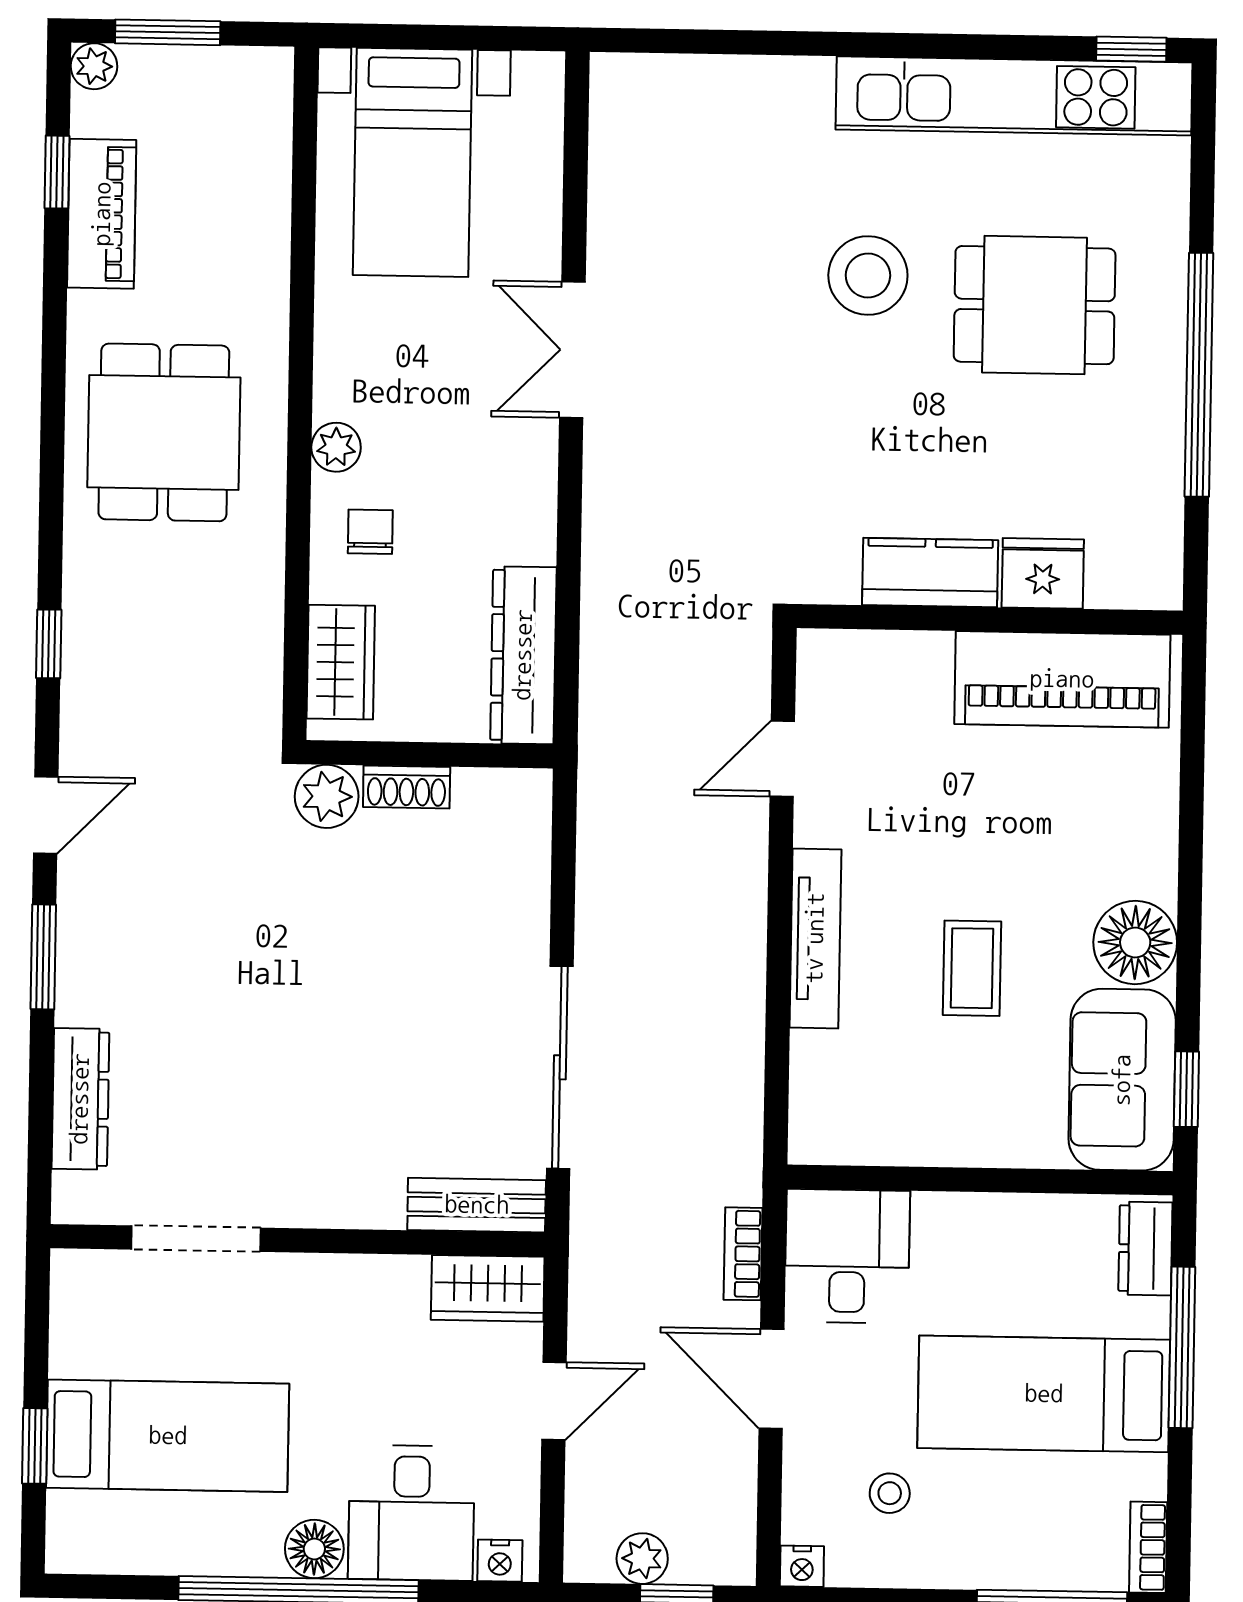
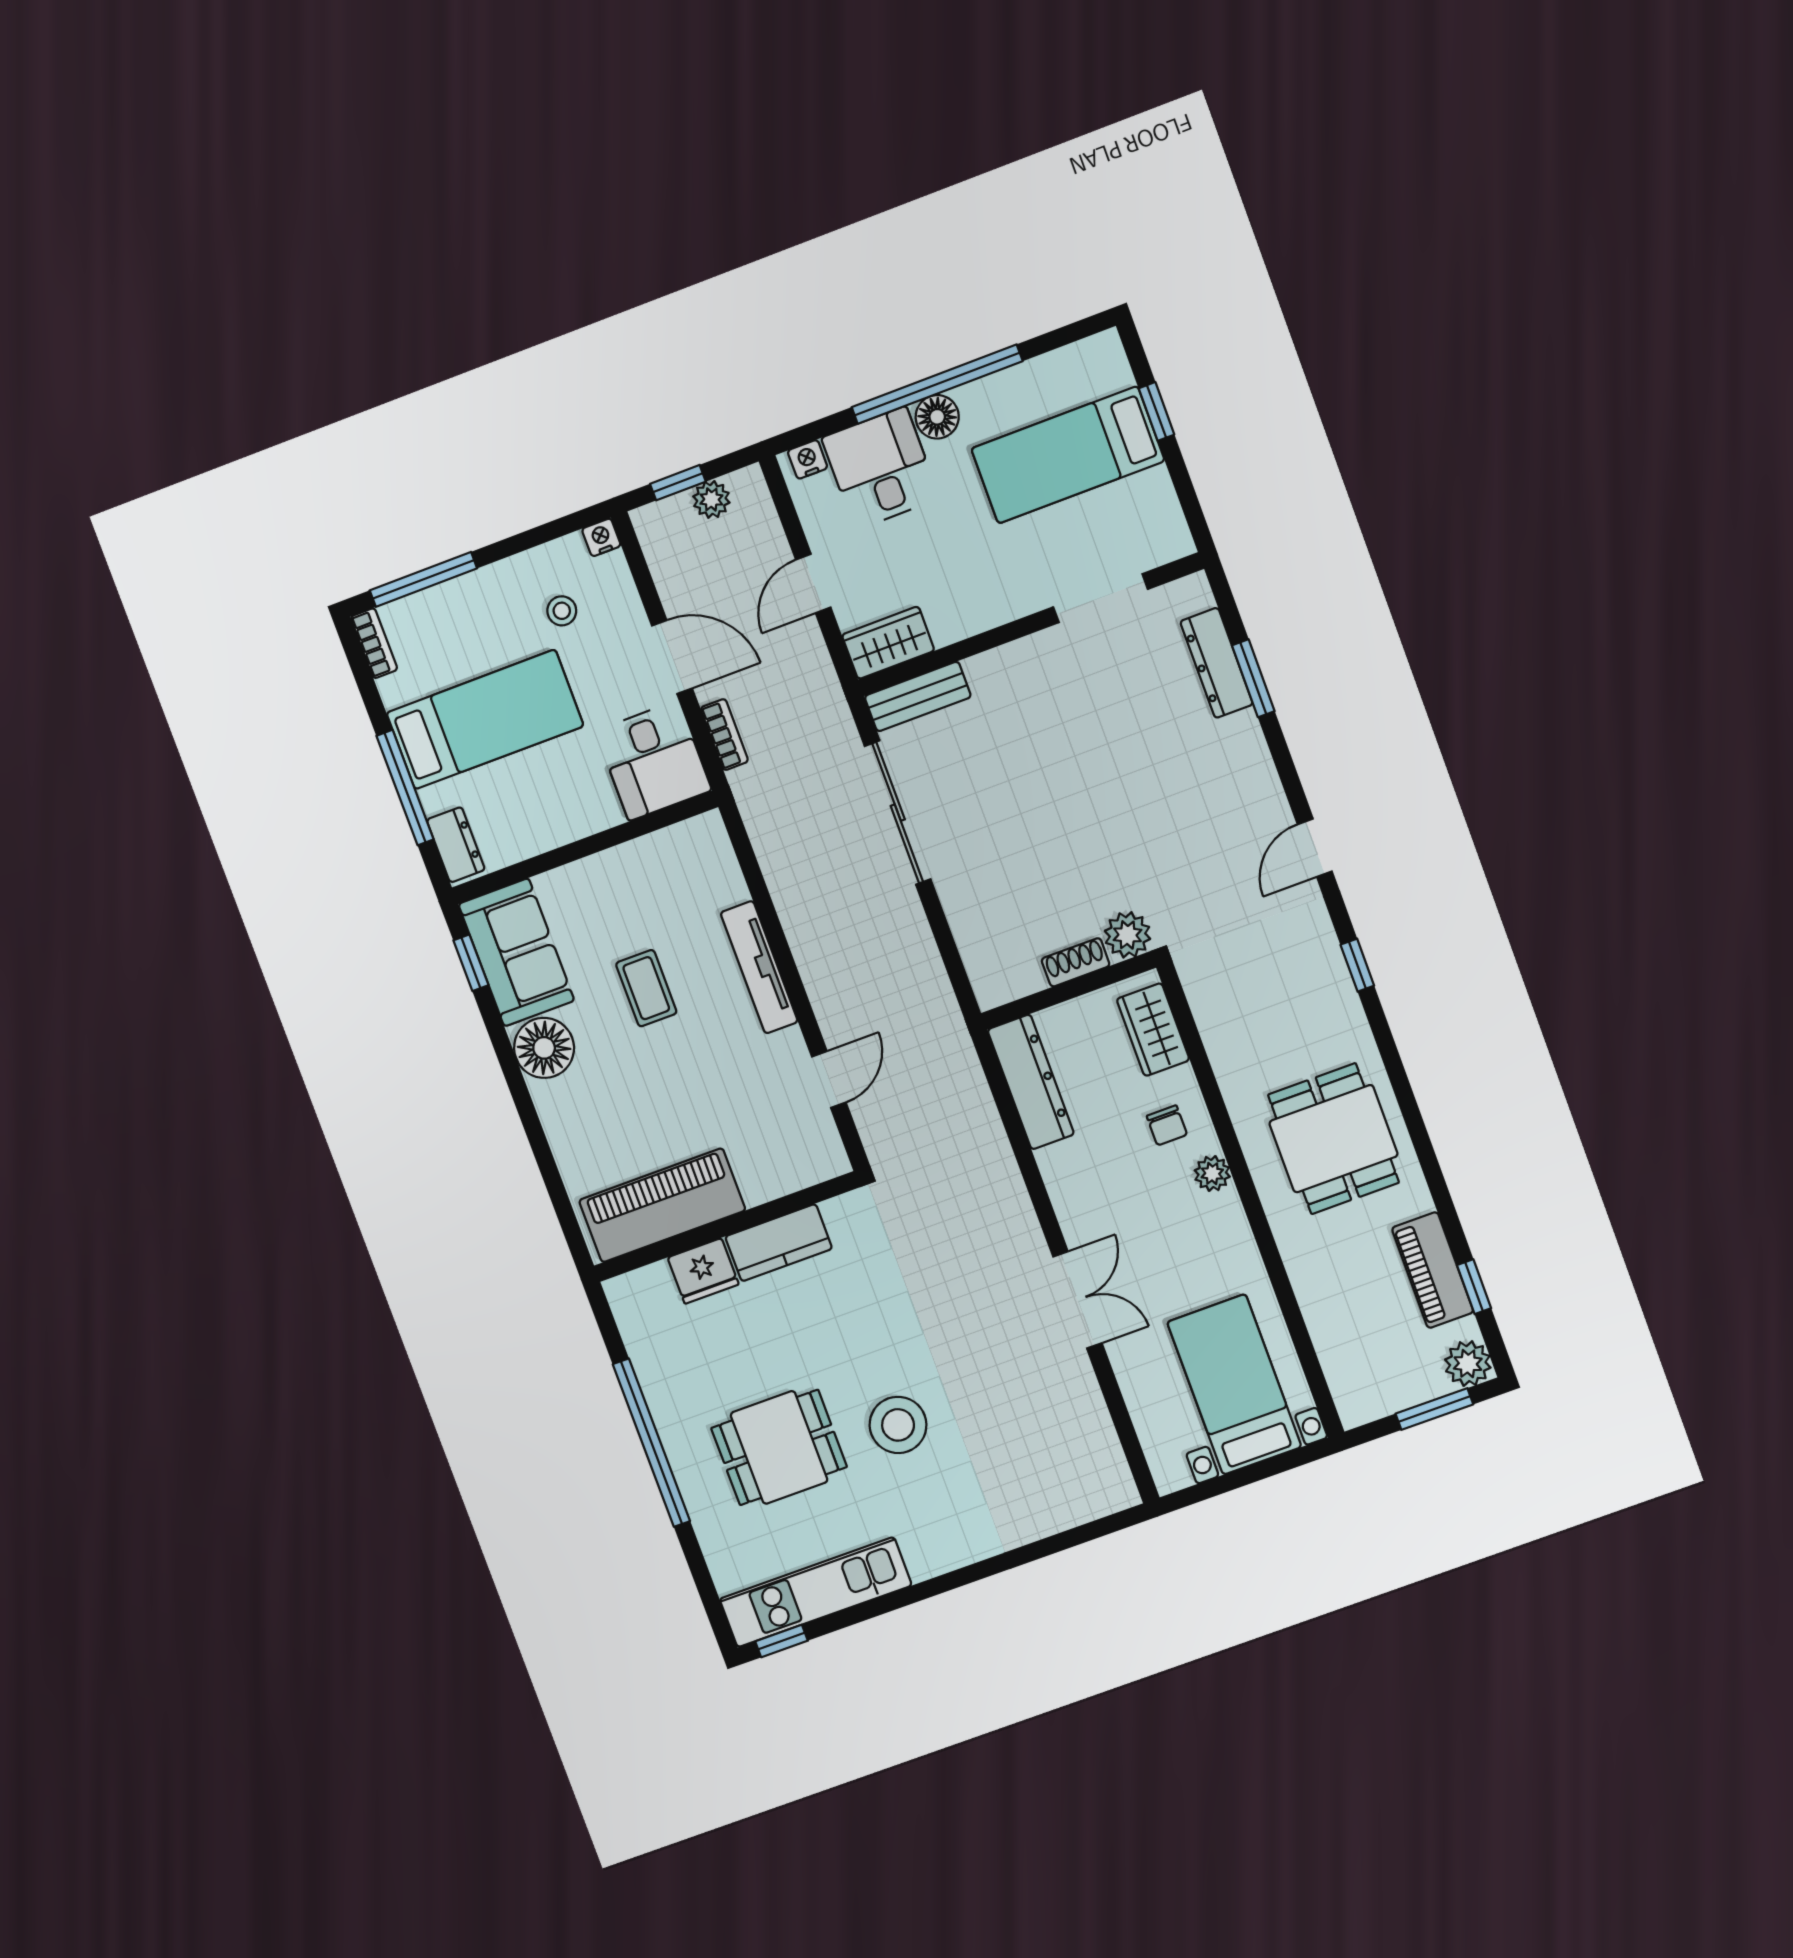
plant: (94, 66) -> (1468, 1364), width x1.38, depth x1.38
kitchen unit: (1014, 96) -> (816, 1592), width x0.73
window: (43, 957) -> (1253, 678), moved

